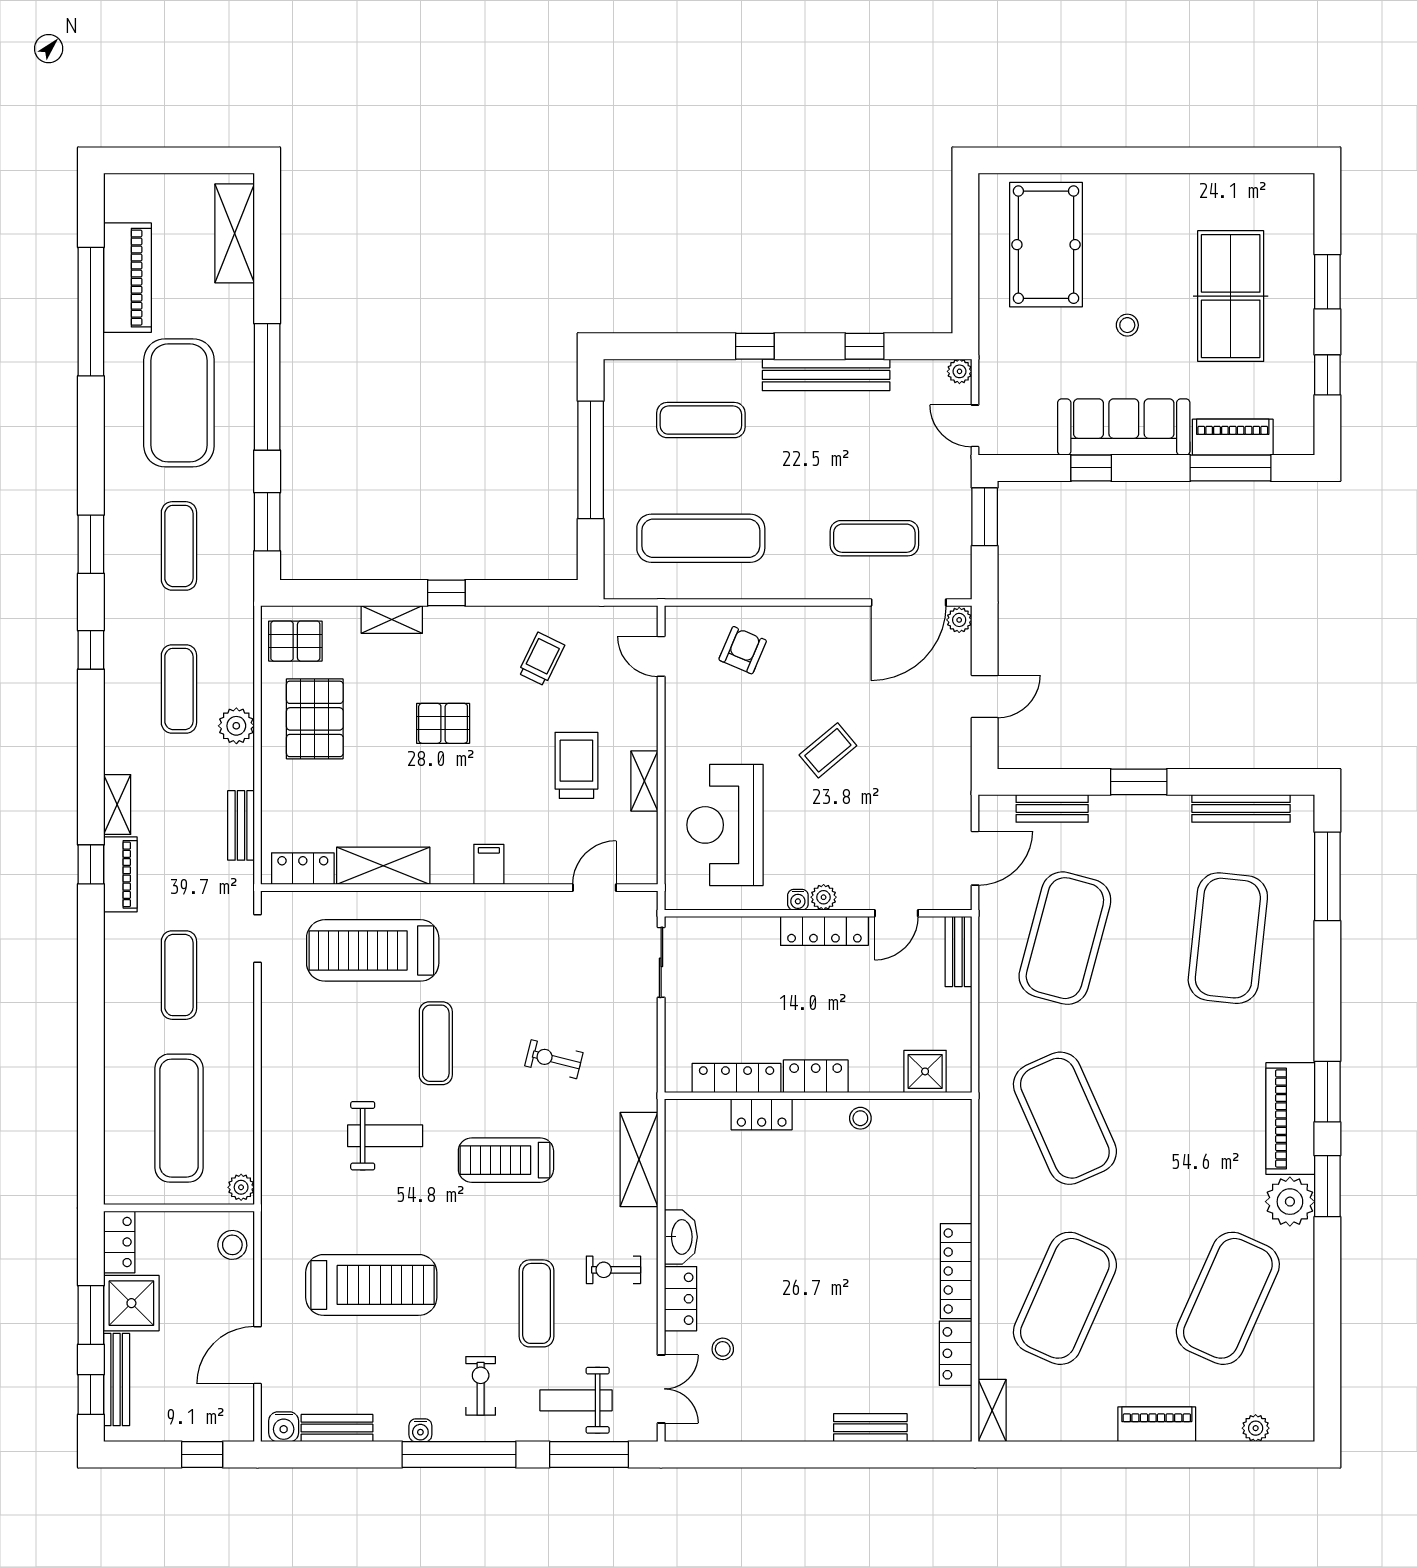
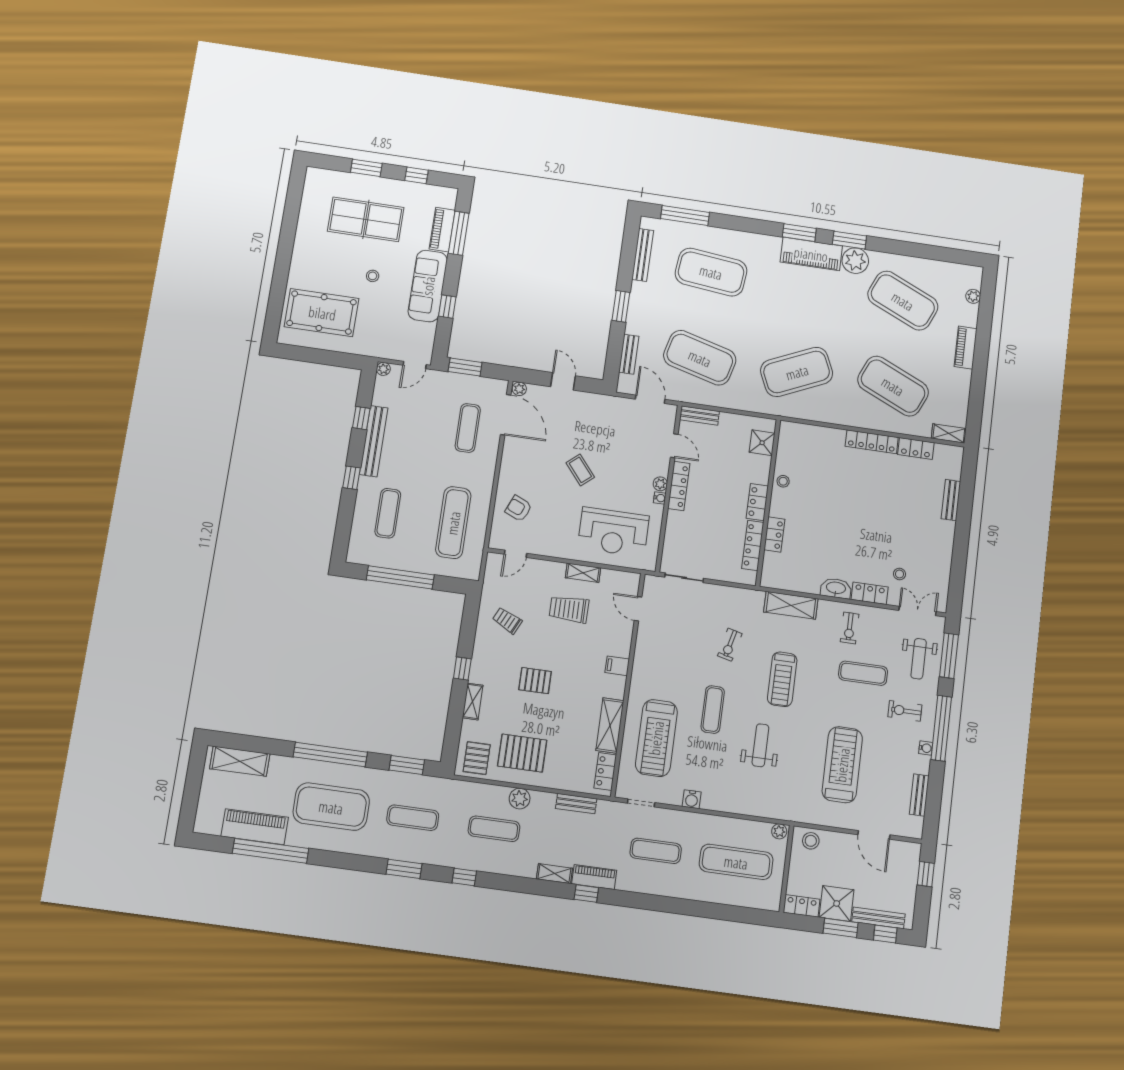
pallet: (443, 723) -> (535, 681), turned 90
exercise mat: (436, 1043) -> (713, 710), turned 90
water cooler: (284, 1427) -> (692, 799), moved, turned 90

